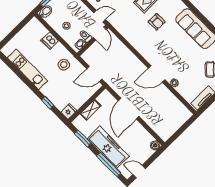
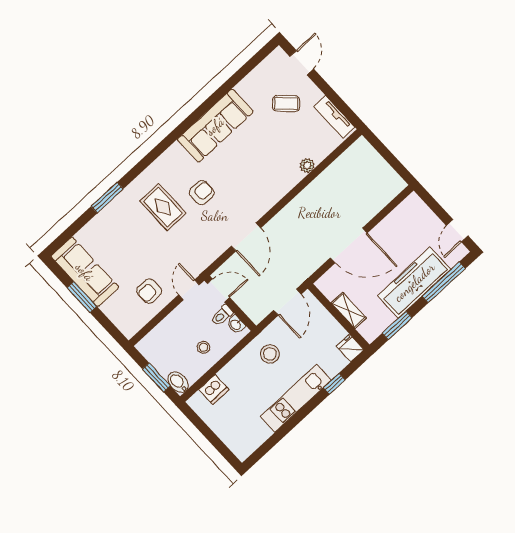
dishwasher: (50, 41) -> (214, 390), moved
kitchen unit: (27, 69) -> (296, 398), moved
door: (157, 74) -> (246, 237), moved
boiler: (155, 145) -> (413, 201), removed

